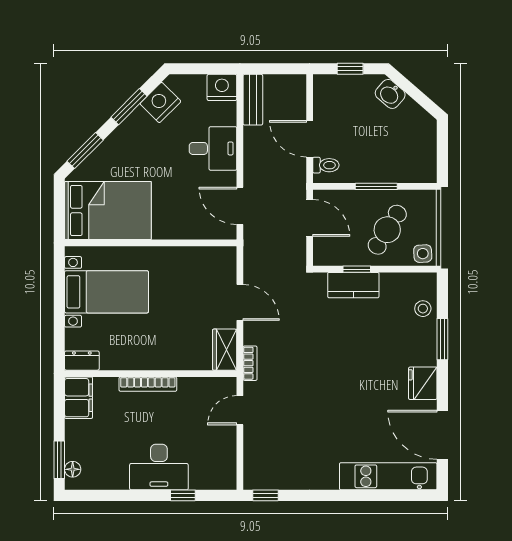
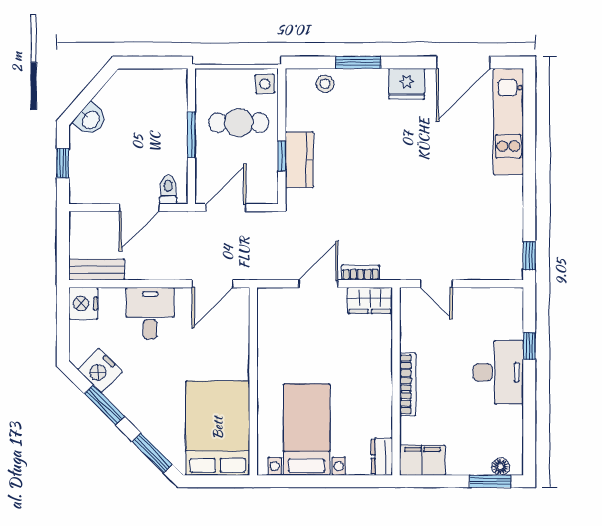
cafe table: (387, 230) -> (239, 123), turned -32
bookcase: (250, 363) -> (361, 273), moved

